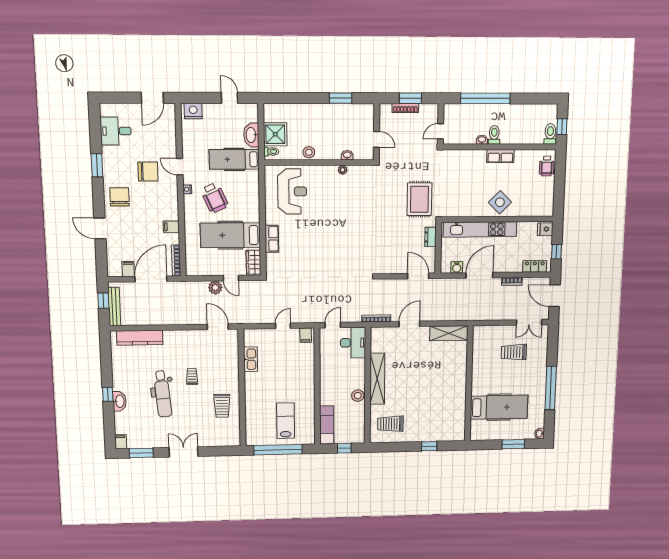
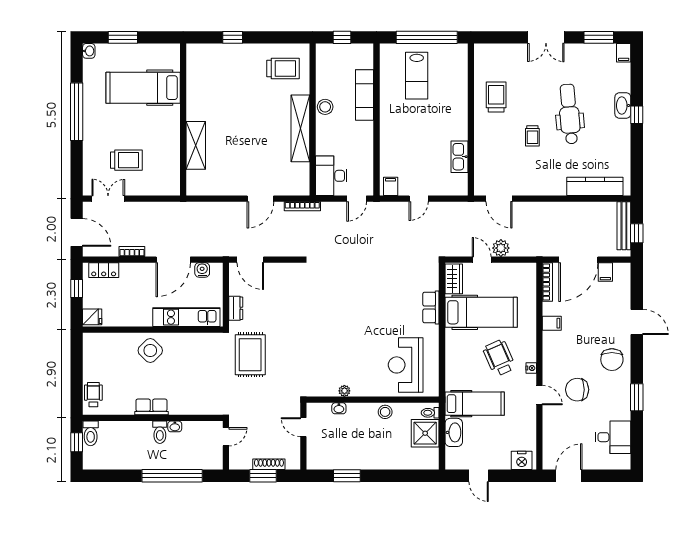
kitchen unit: (480, 229) -> (186, 317), width x0.73
shelving: (449, 333) -> (196, 145), moved, turned 90
exam couch: (327, 425) -> (365, 95), moved

